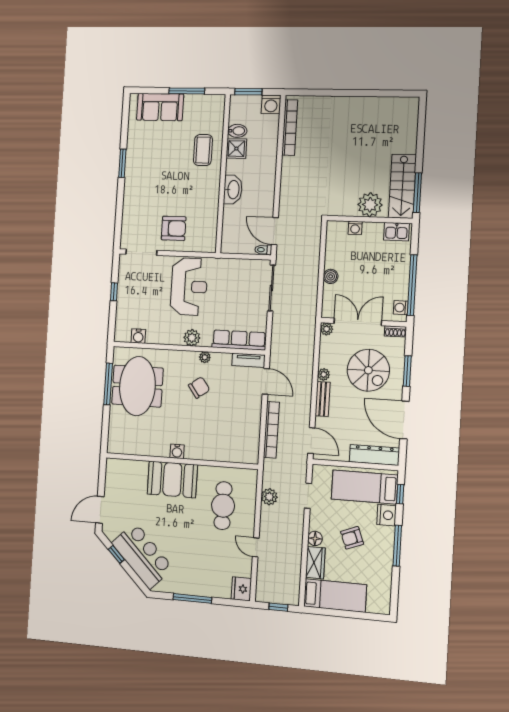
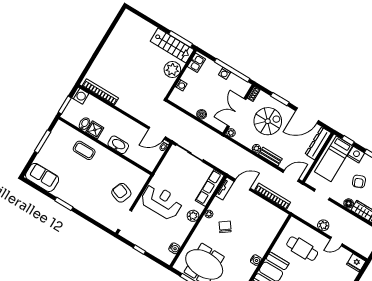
sofa: (160, 107) -> (42, 177), moved, turned -90
armchair: (174, 228) -> (121, 193), turned -70
washing machine: (401, 308) -> (225, 73), moved
plant: (269, 497) -> (323, 225), moved

